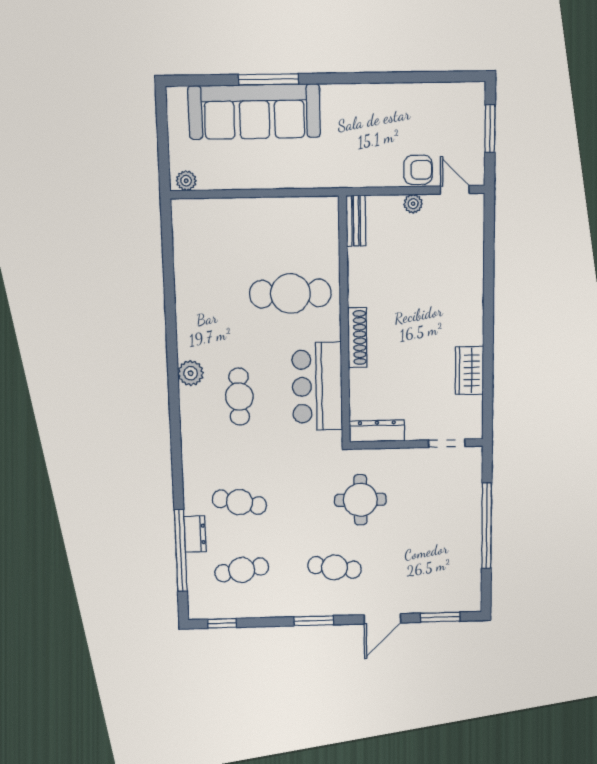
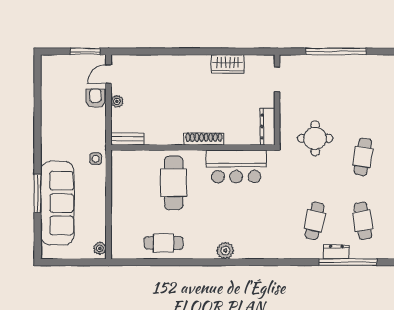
window: (490, 129) -> (85, 52), moved
side table: (325, 172) -> (96, 159), added
cafe table: (239, 397) -> (164, 243), moved

